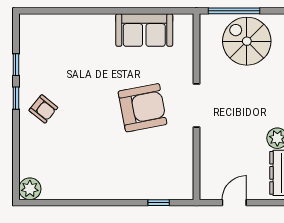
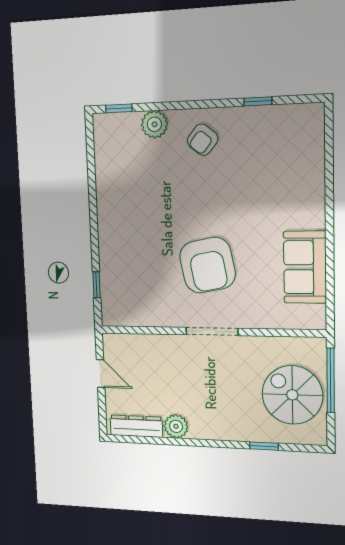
spiral stairs: (247, 41) -> (292, 395), turned -90
window: (16, 98) -> (119, 108), moved
plant: (30, 189) -> (154, 124), moved

